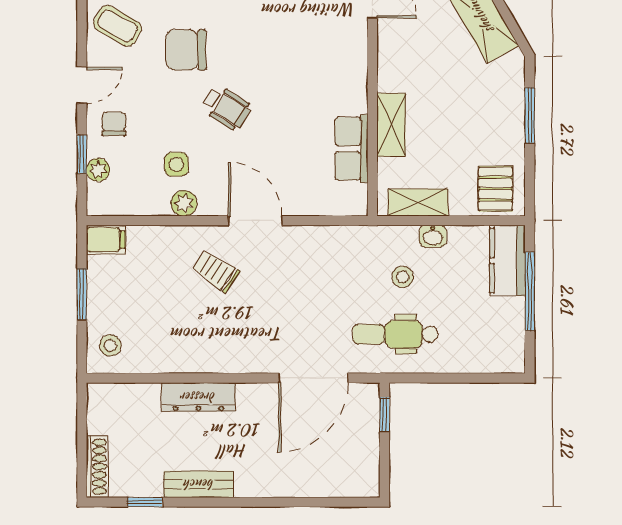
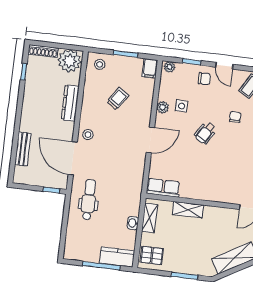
chair: (186, 50) -> (235, 117), width x0.54, depth x0.54
row of seats: (351, 149) -> (163, 188), moved
plant: (98, 170) -> (169, 67), moved
trolley: (216, 271) -> (118, 99), moved
stool: (403, 277) -> (88, 135), moved
plant: (111, 409) -> (70, 61), added
bench: (199, 484) -> (23, 149), moved

